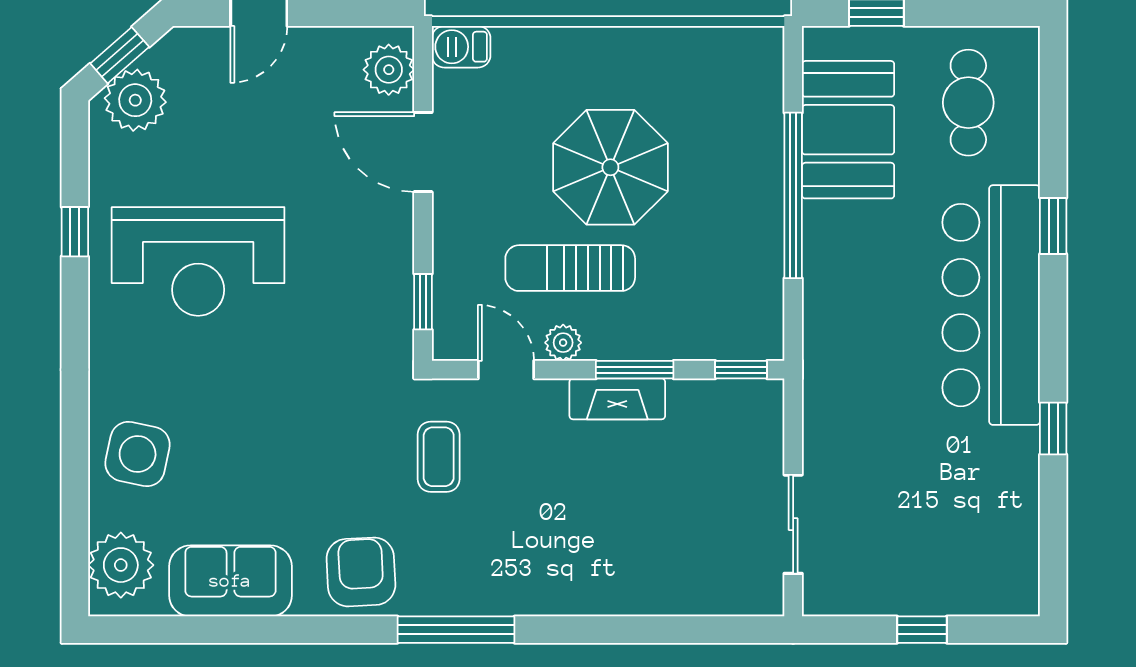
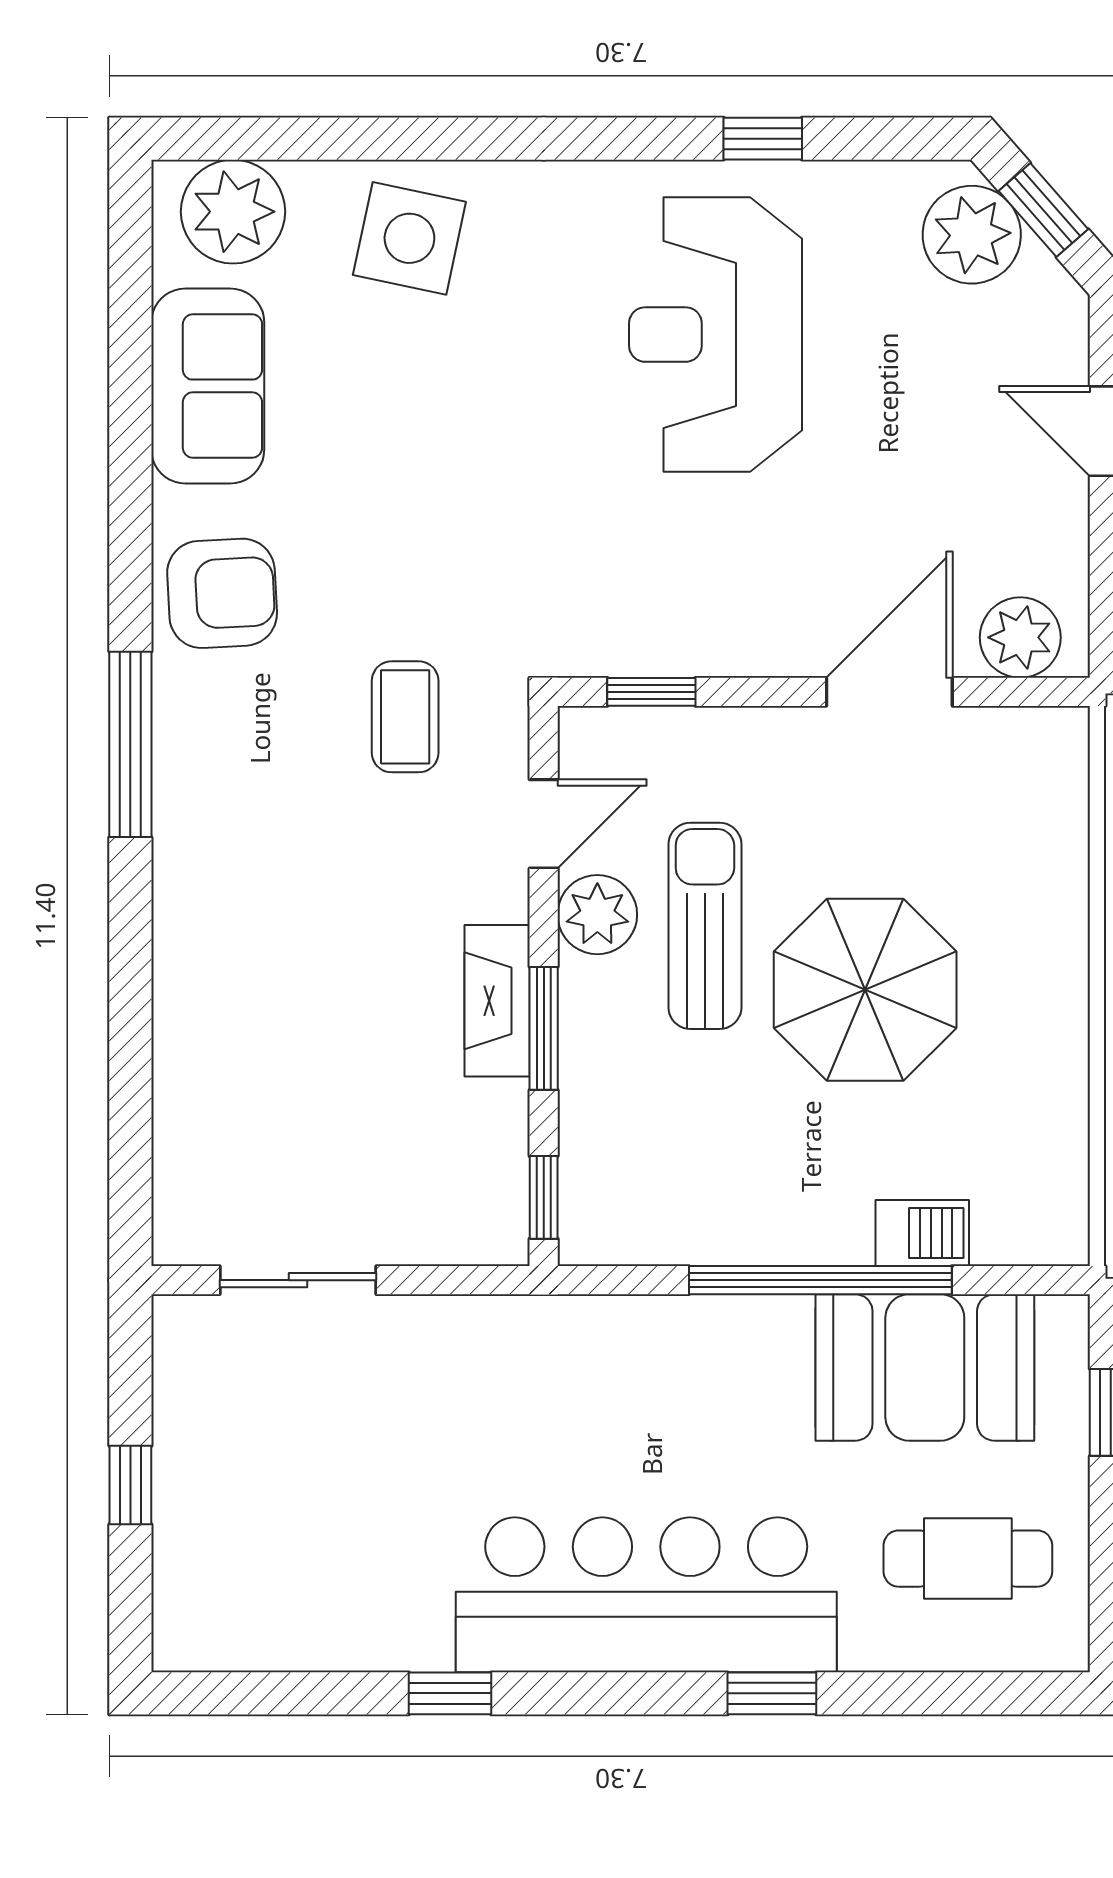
barbecue: (461, 47) -> (922, 1233), moved, turned 90
plant: (563, 343) -> (597, 915), width x1.38, depth x1.38
coffee table: (439, 457) -> (405, 717), turned 90

